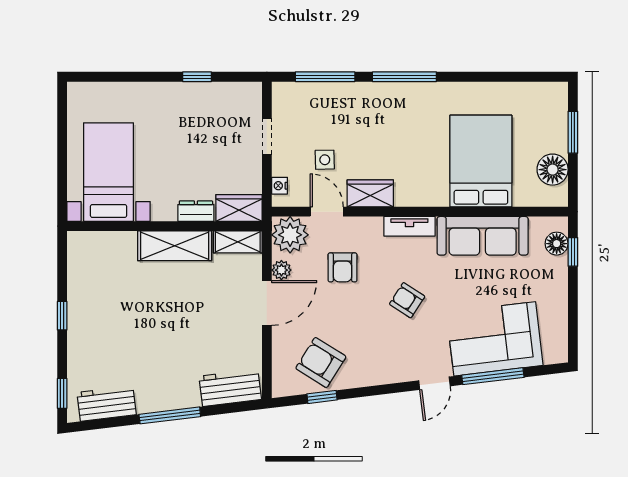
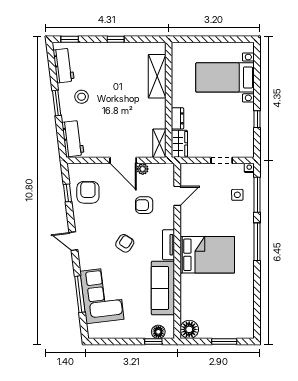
side table: (325, 160) -> (237, 195), moved
bed: (481, 161) -> (207, 255), moved
floor lamp: (553, 170) -> (189, 329), moved
bed with nightstands: (109, 172) -> (225, 77), moved, turned 180
nightstand: (280, 186) -> (249, 168), moved
wardrobe: (370, 193) -> (188, 222), removed
plant: (290, 235) -> (163, 174), removed
shelving: (175, 246) -> (157, 76), moved
armchair: (321, 362) -> (88, 192), turned -32
stool: (159, 373) -> (82, 97), added
door: (434, 383) -> (73, 241), moved
window: (170, 415) -> (57, 103), width x0.69

